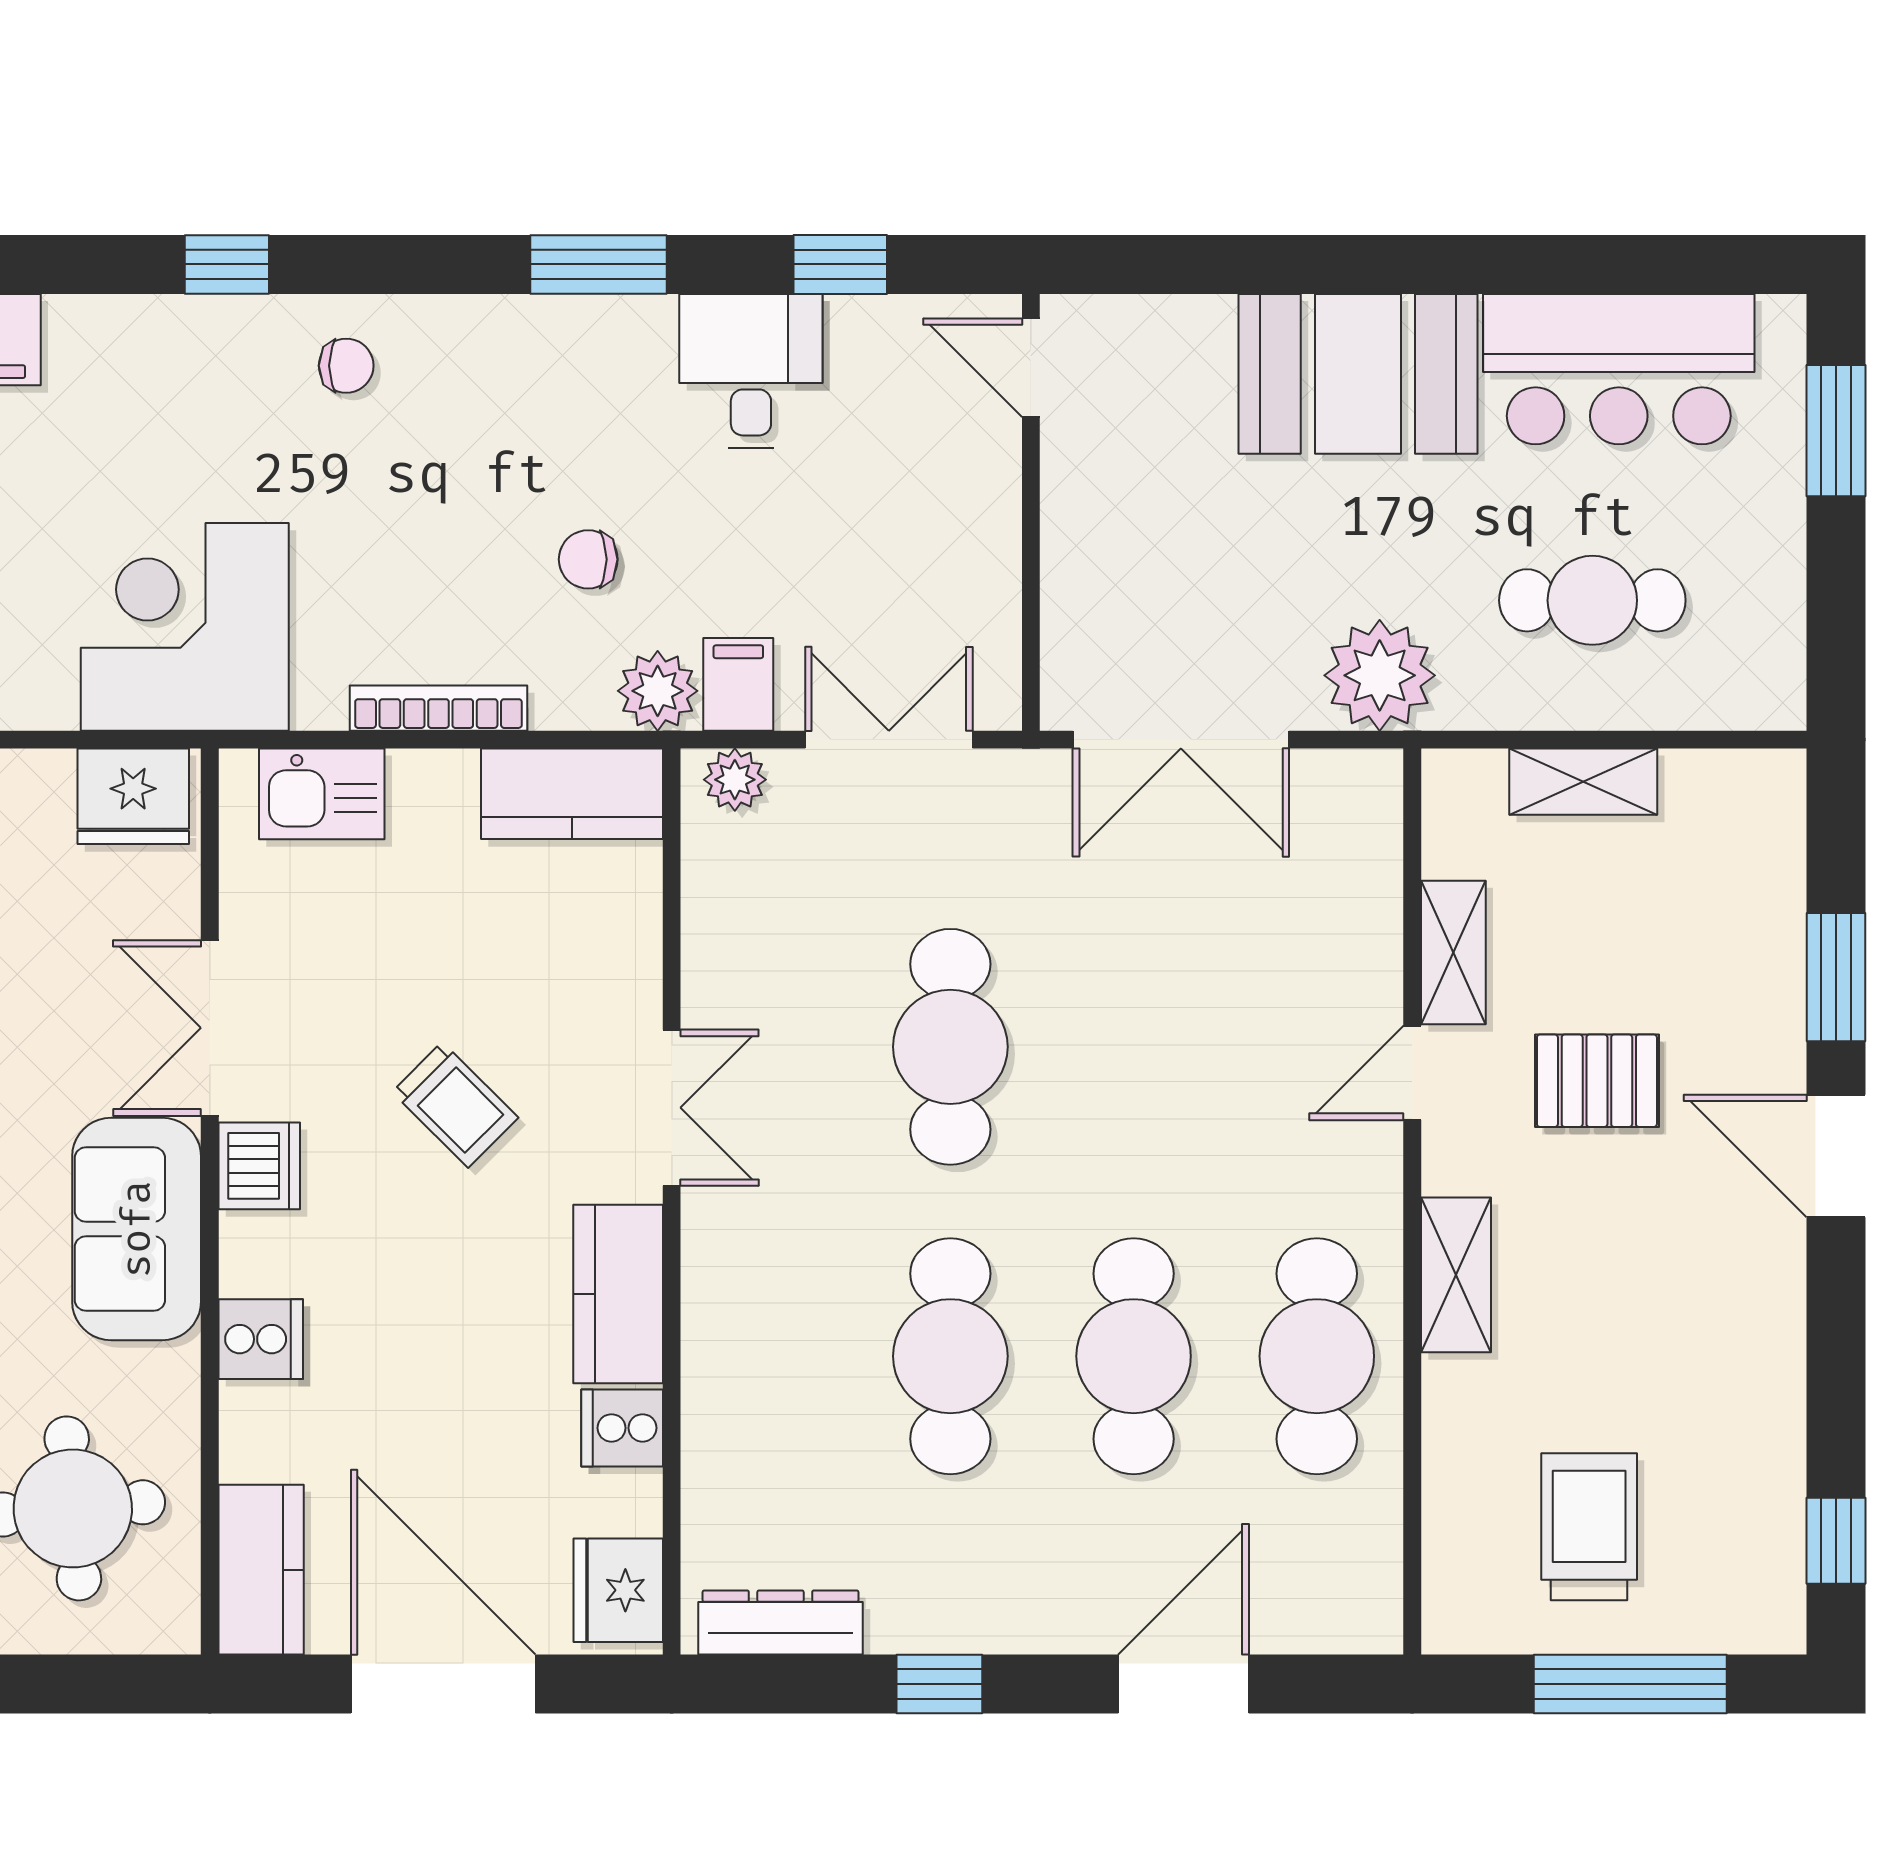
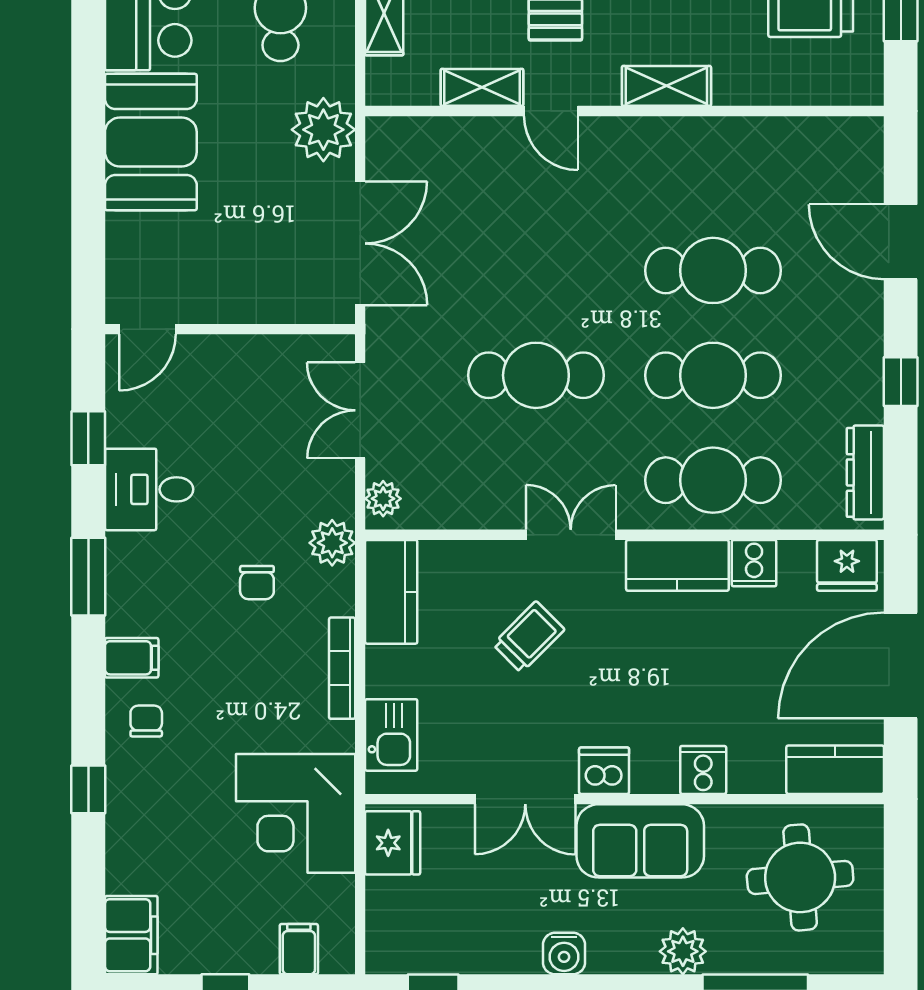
filing cabinet: (738, 684) -> (132, 658), moved, turned 180
trolley: (455, 1105) -> (529, 637), moved
cafe table: (1317, 1356) -> (713, 480), moved

